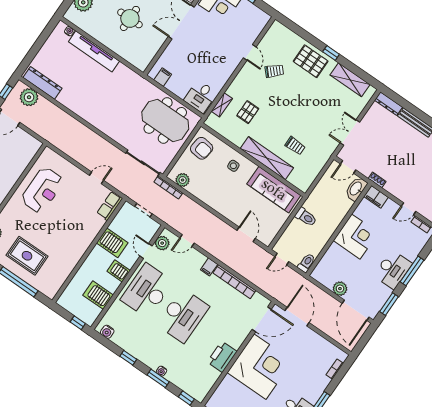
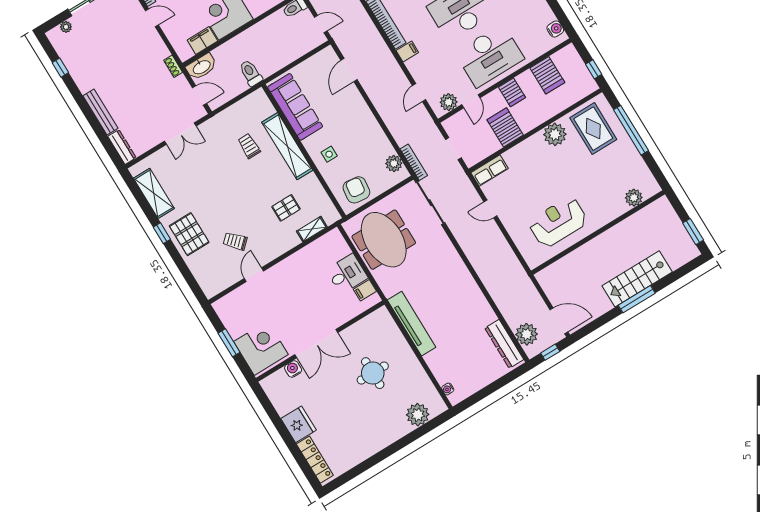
tv unit: (94, 51) -> (412, 324), moved
desk: (201, 97) -> (347, 274), moved
filing cabinet: (376, 197) -> (202, 41), moved, turned -90
toilet: (306, 217) -> (251, 73), moved
door: (187, 240) -> (419, 93), swing flipped
plant: (73, 254) -> (555, 134), added
rug: (27, 256) -> (593, 129), moved
window: (78, 323) -> (594, 69), moved

